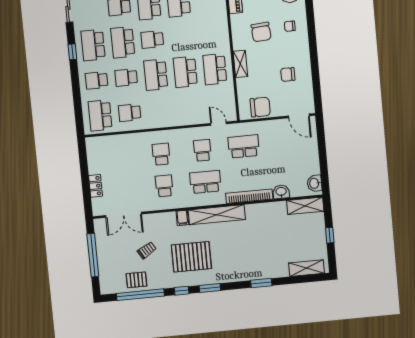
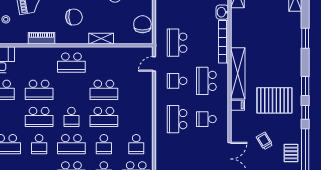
school desk: (215, 69) -> (71, 63), moved
school desk: (161, 154) -> (177, 119), width x1.85
pallet: (191, 257) -> (274, 100), turned 90

